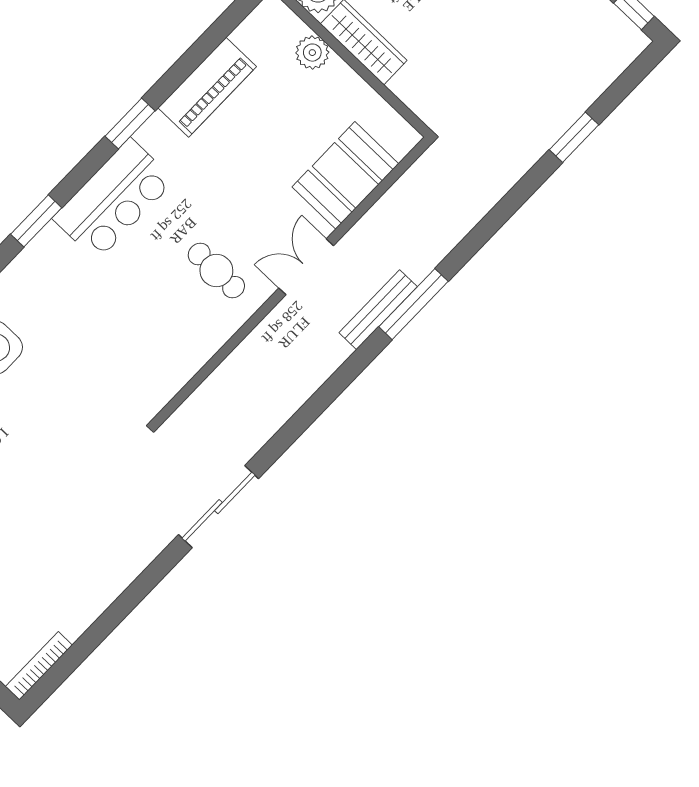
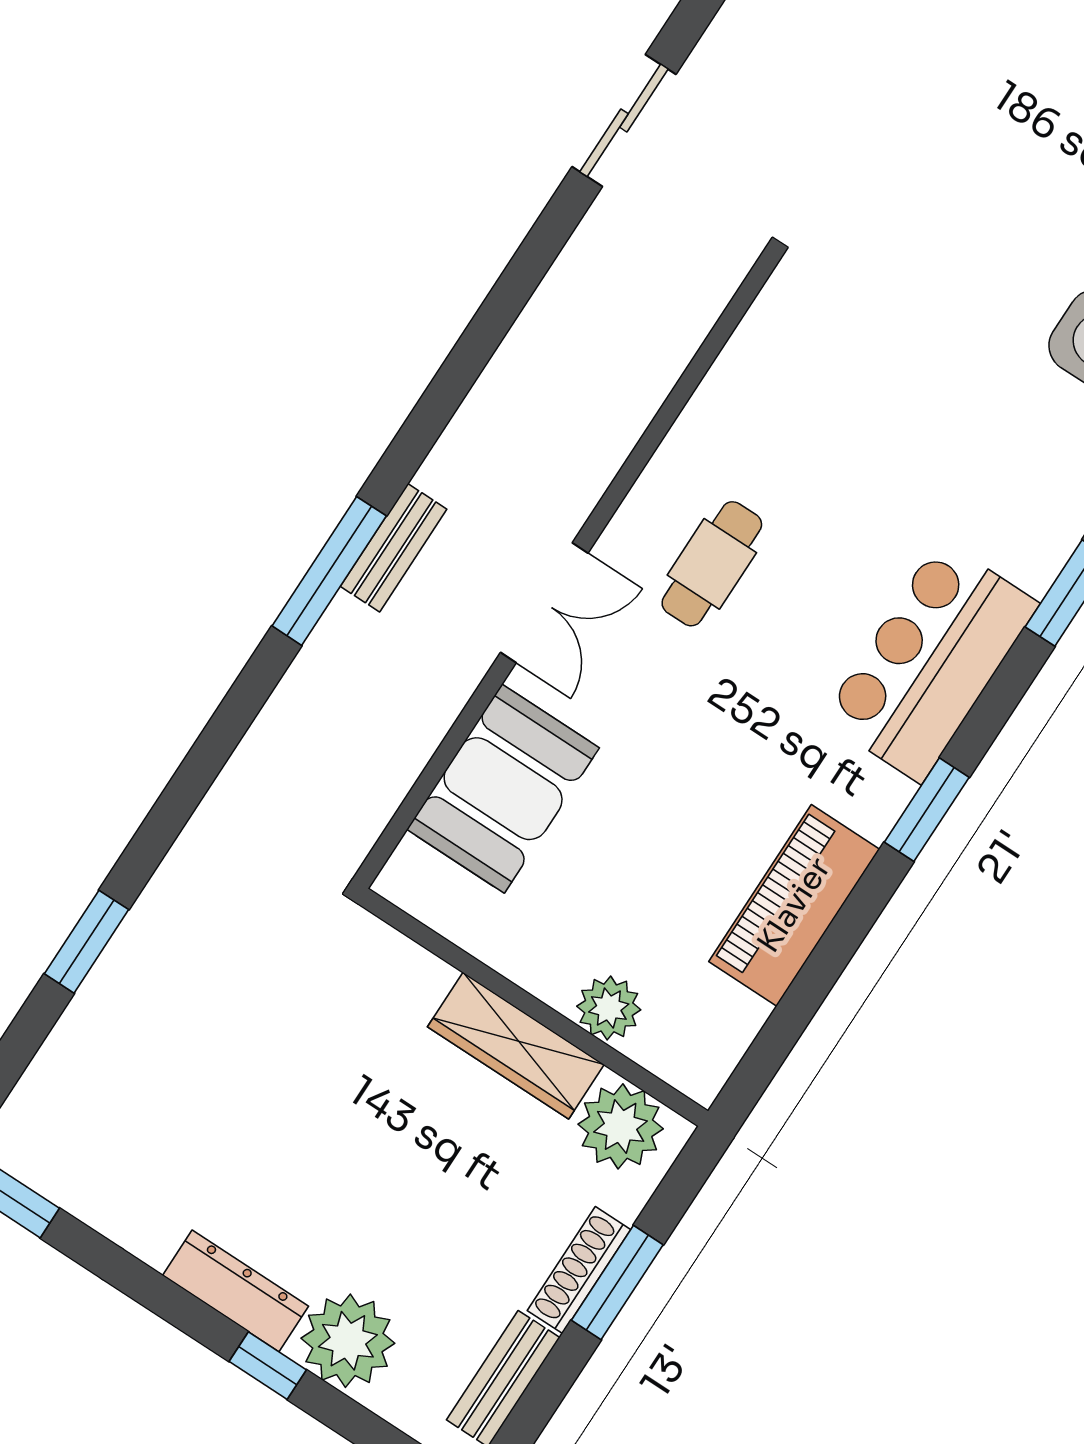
cafe table: (216, 271) -> (712, 564), turned 90
bench: (378, 310) -> (394, 548), width x0.73
sliding door: (218, 507) -> (624, 120), width x0.73

